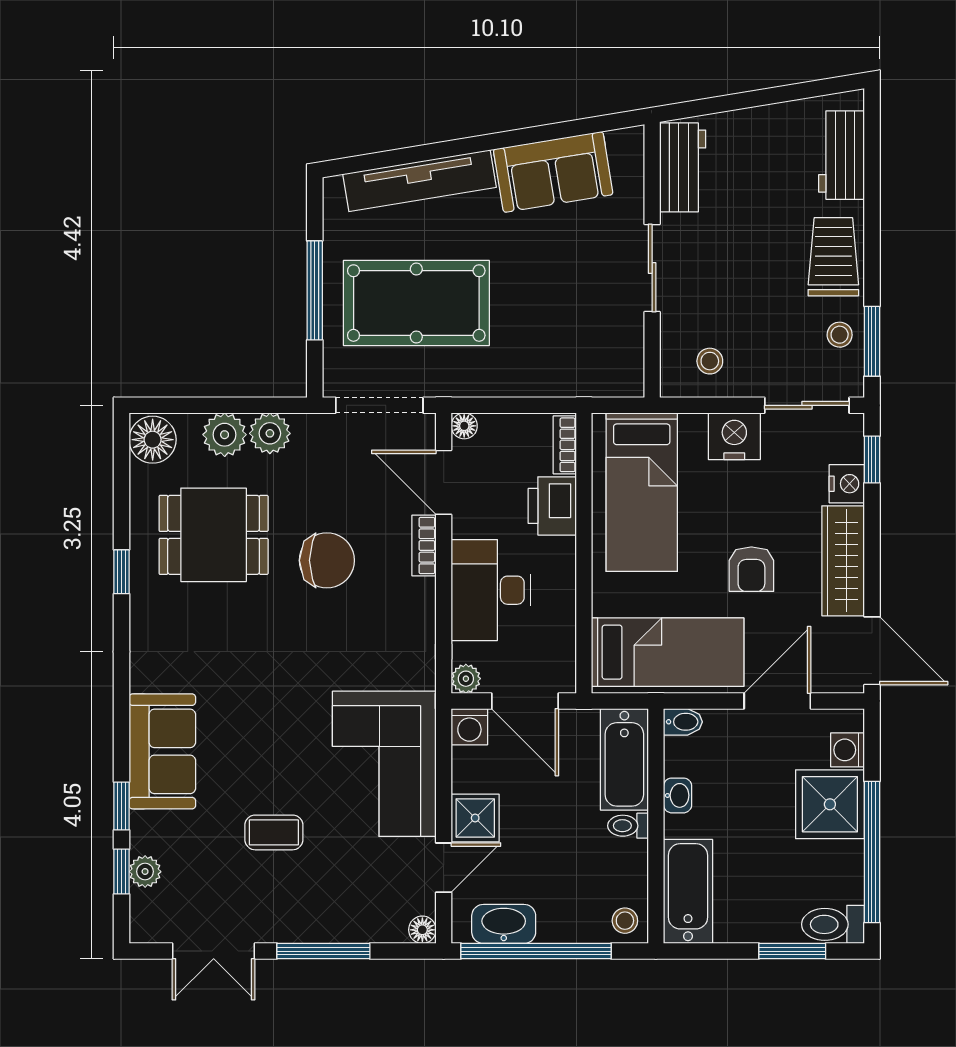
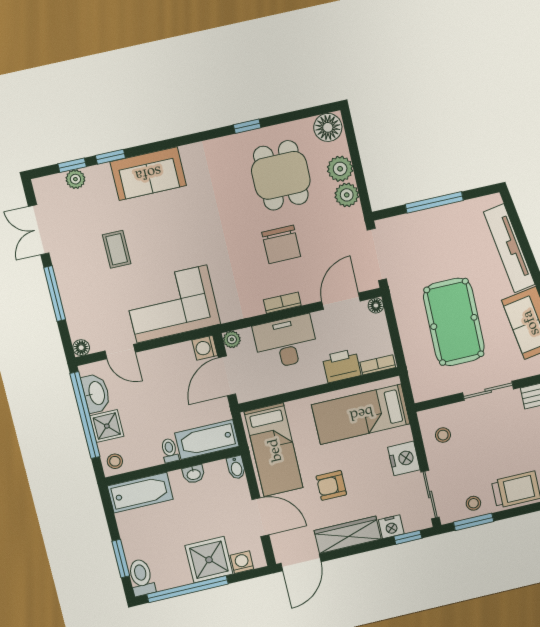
pool table: (416, 303) -> (454, 322), moved
bookcase: (424, 545) -> (282, 303), moved
shower: (475, 818) -> (107, 426), moved

